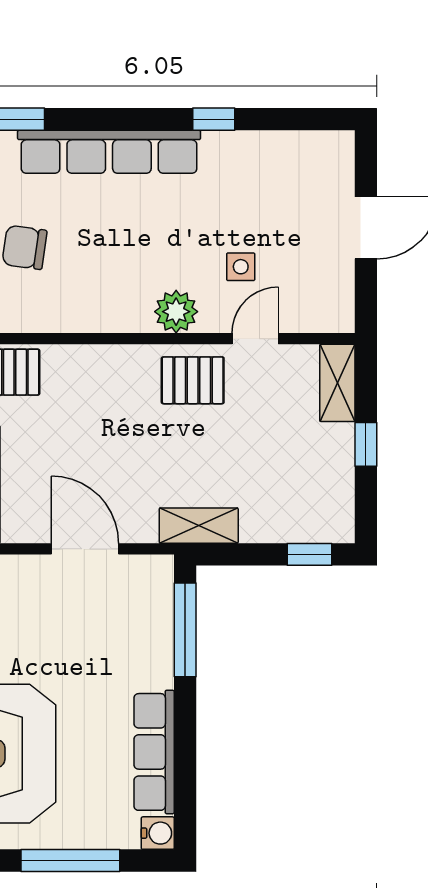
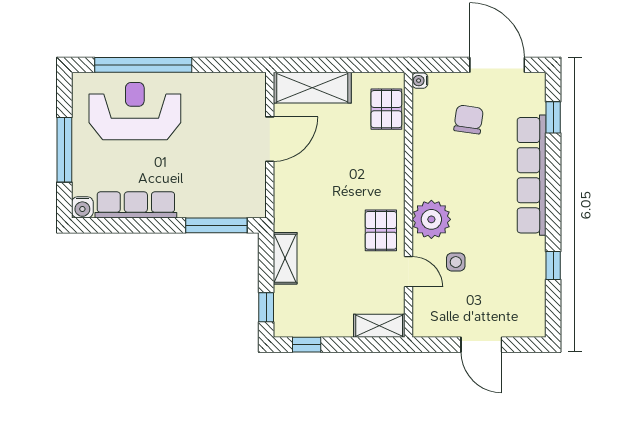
window: (214, 119) -> (553, 265), moved
plant: (176, 312) -> (431, 219), width x1.36, depth x1.36
window: (366, 444) -> (307, 345), moved
shelving: (199, 526) -> (285, 258), moved
door: (85, 549) -> (270, 139), moved

